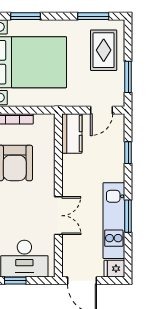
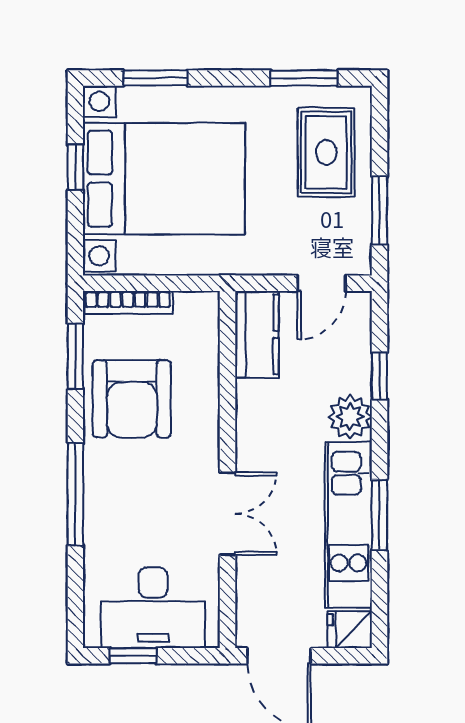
plant: (115, 171) -> (350, 417), added

